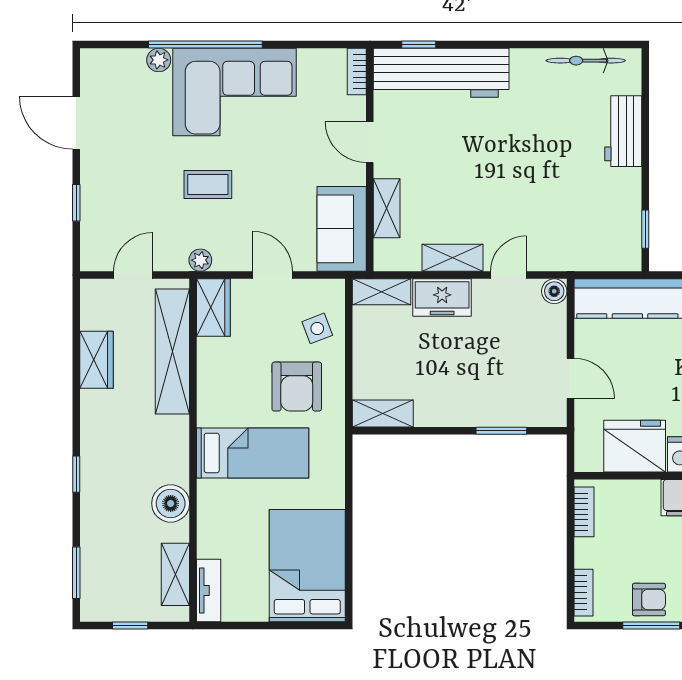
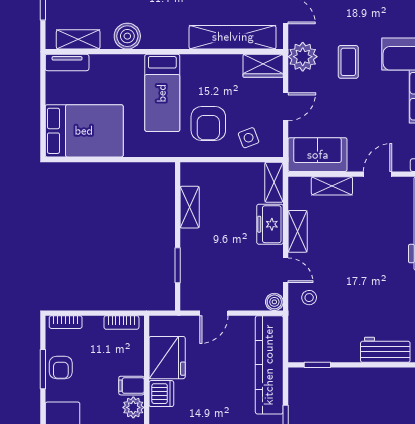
stool: (548, 241) -> (309, 298), added
plant: (200, 260) -> (303, 57), width x1.88, depth x1.88
armchair: (297, 387) -> (208, 124), turned -90
shelving: (383, 414) -> (190, 207), moved

